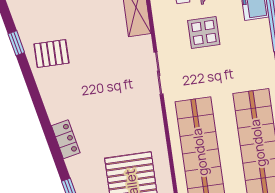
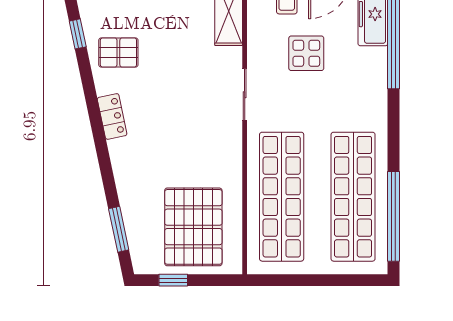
locker: (66, 139) -> (112, 116), moved

